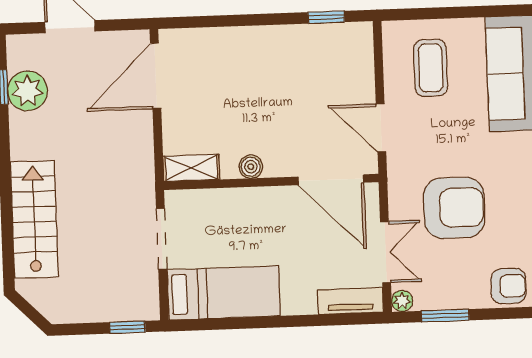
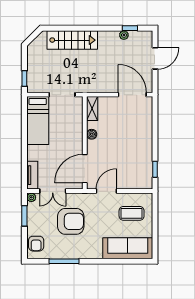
plant: (28, 91) -> (124, 35), width x0.53, depth x0.53
armchair: (454, 208) -> (71, 221), turned -90

